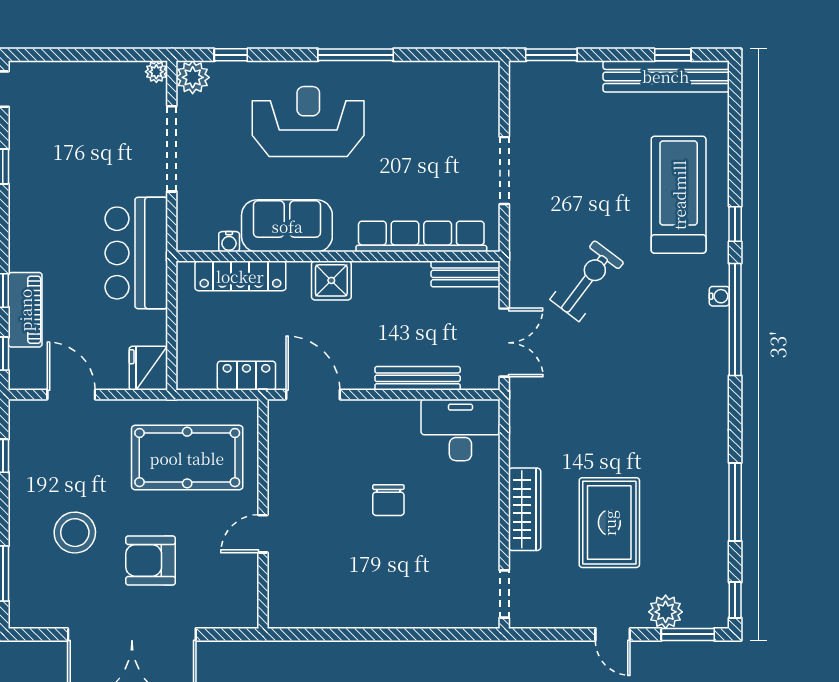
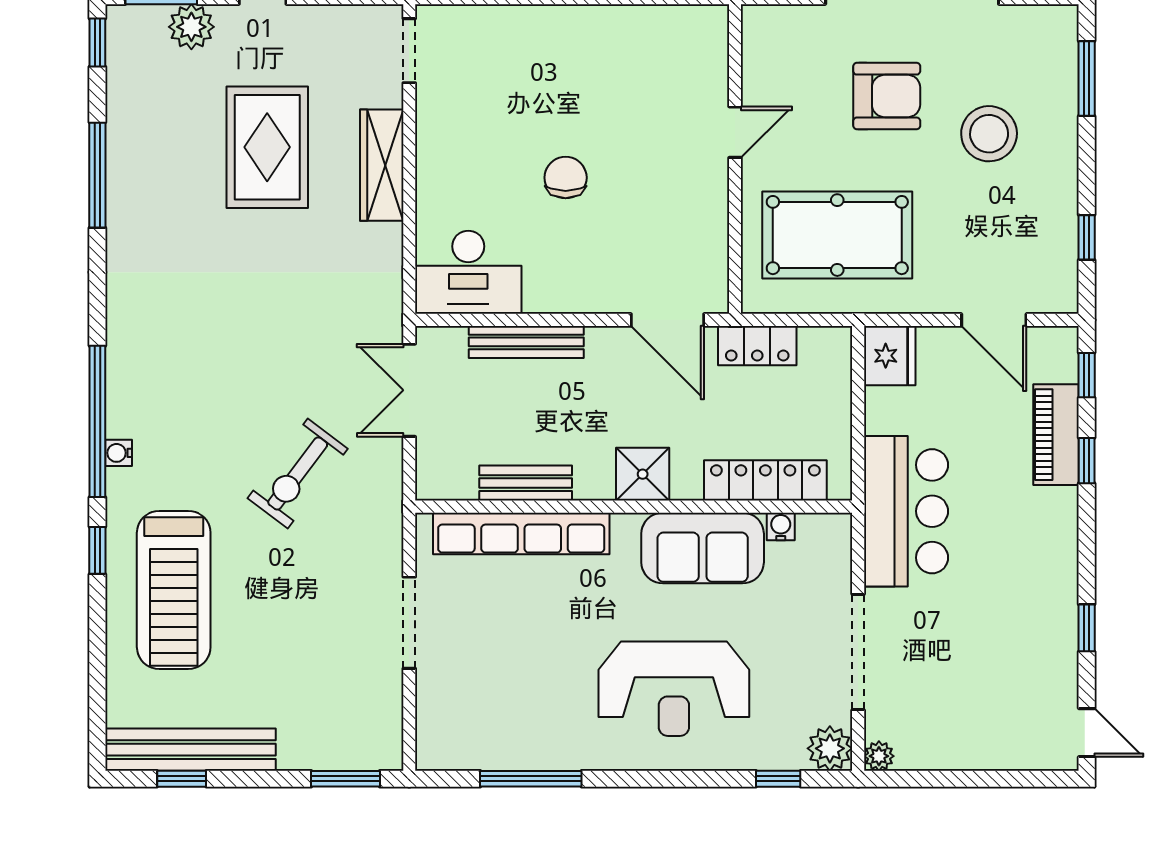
window: (356, 55) -> (531, 779), moved
bench: (465, 274) -> (526, 483), moved

